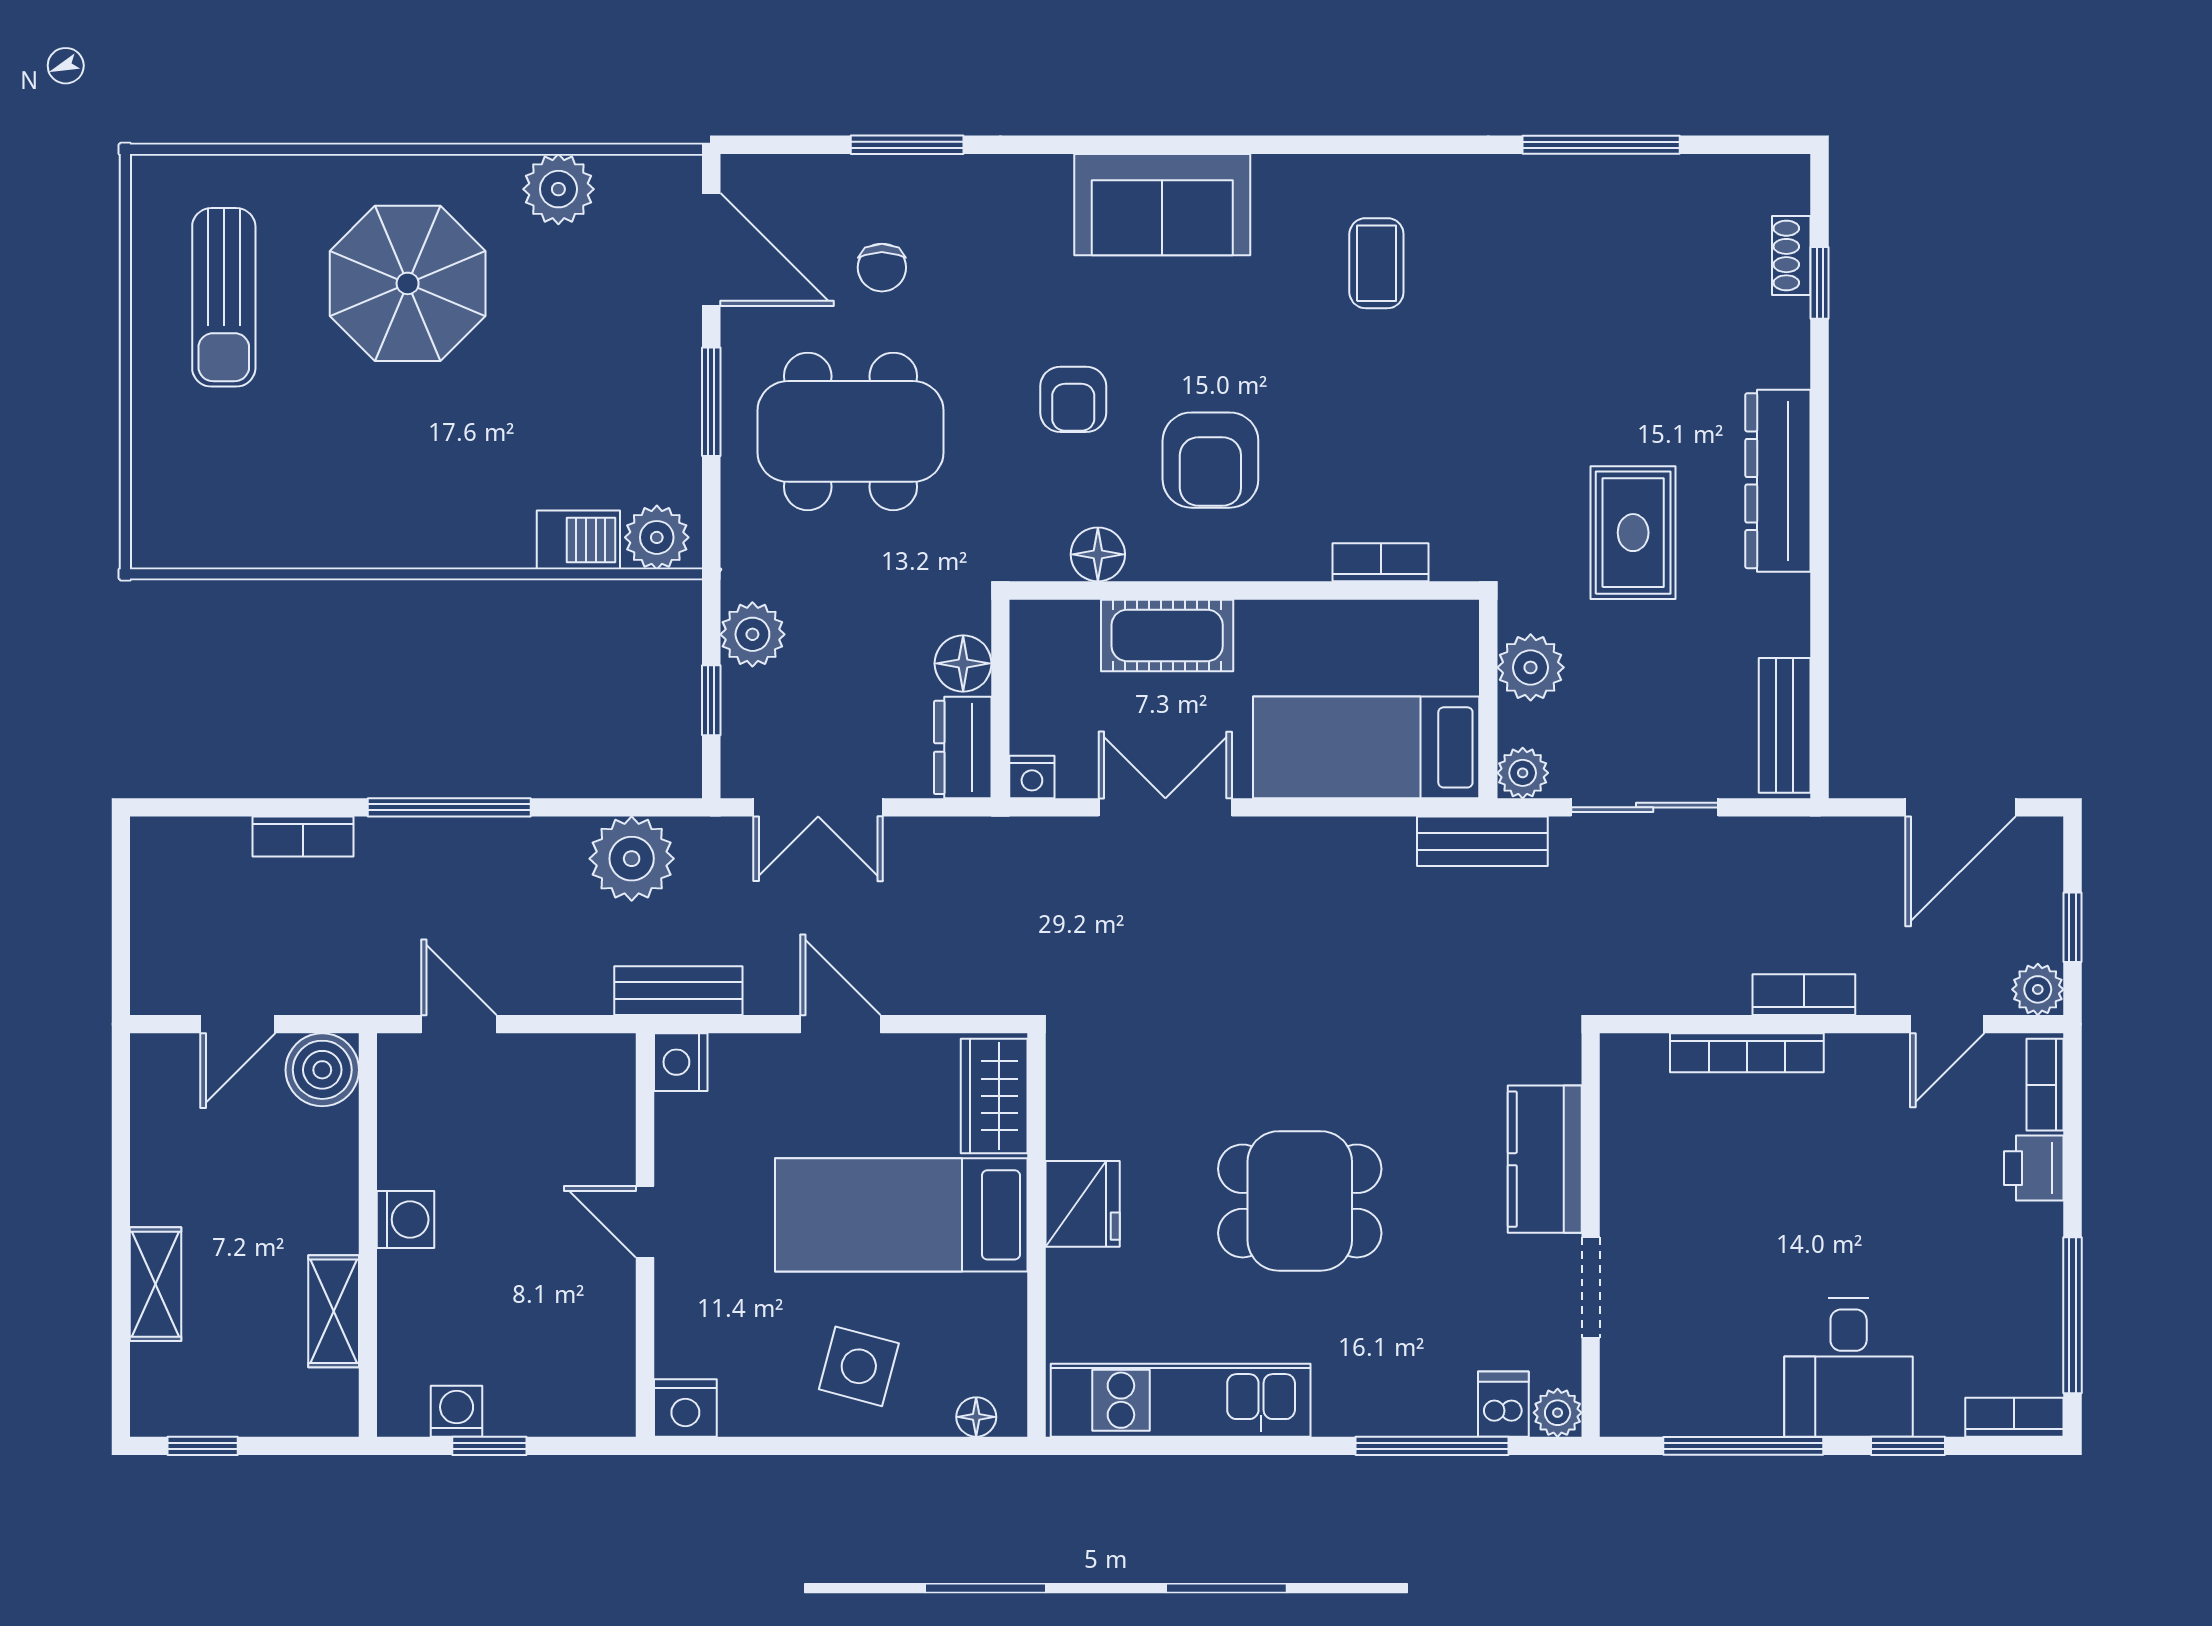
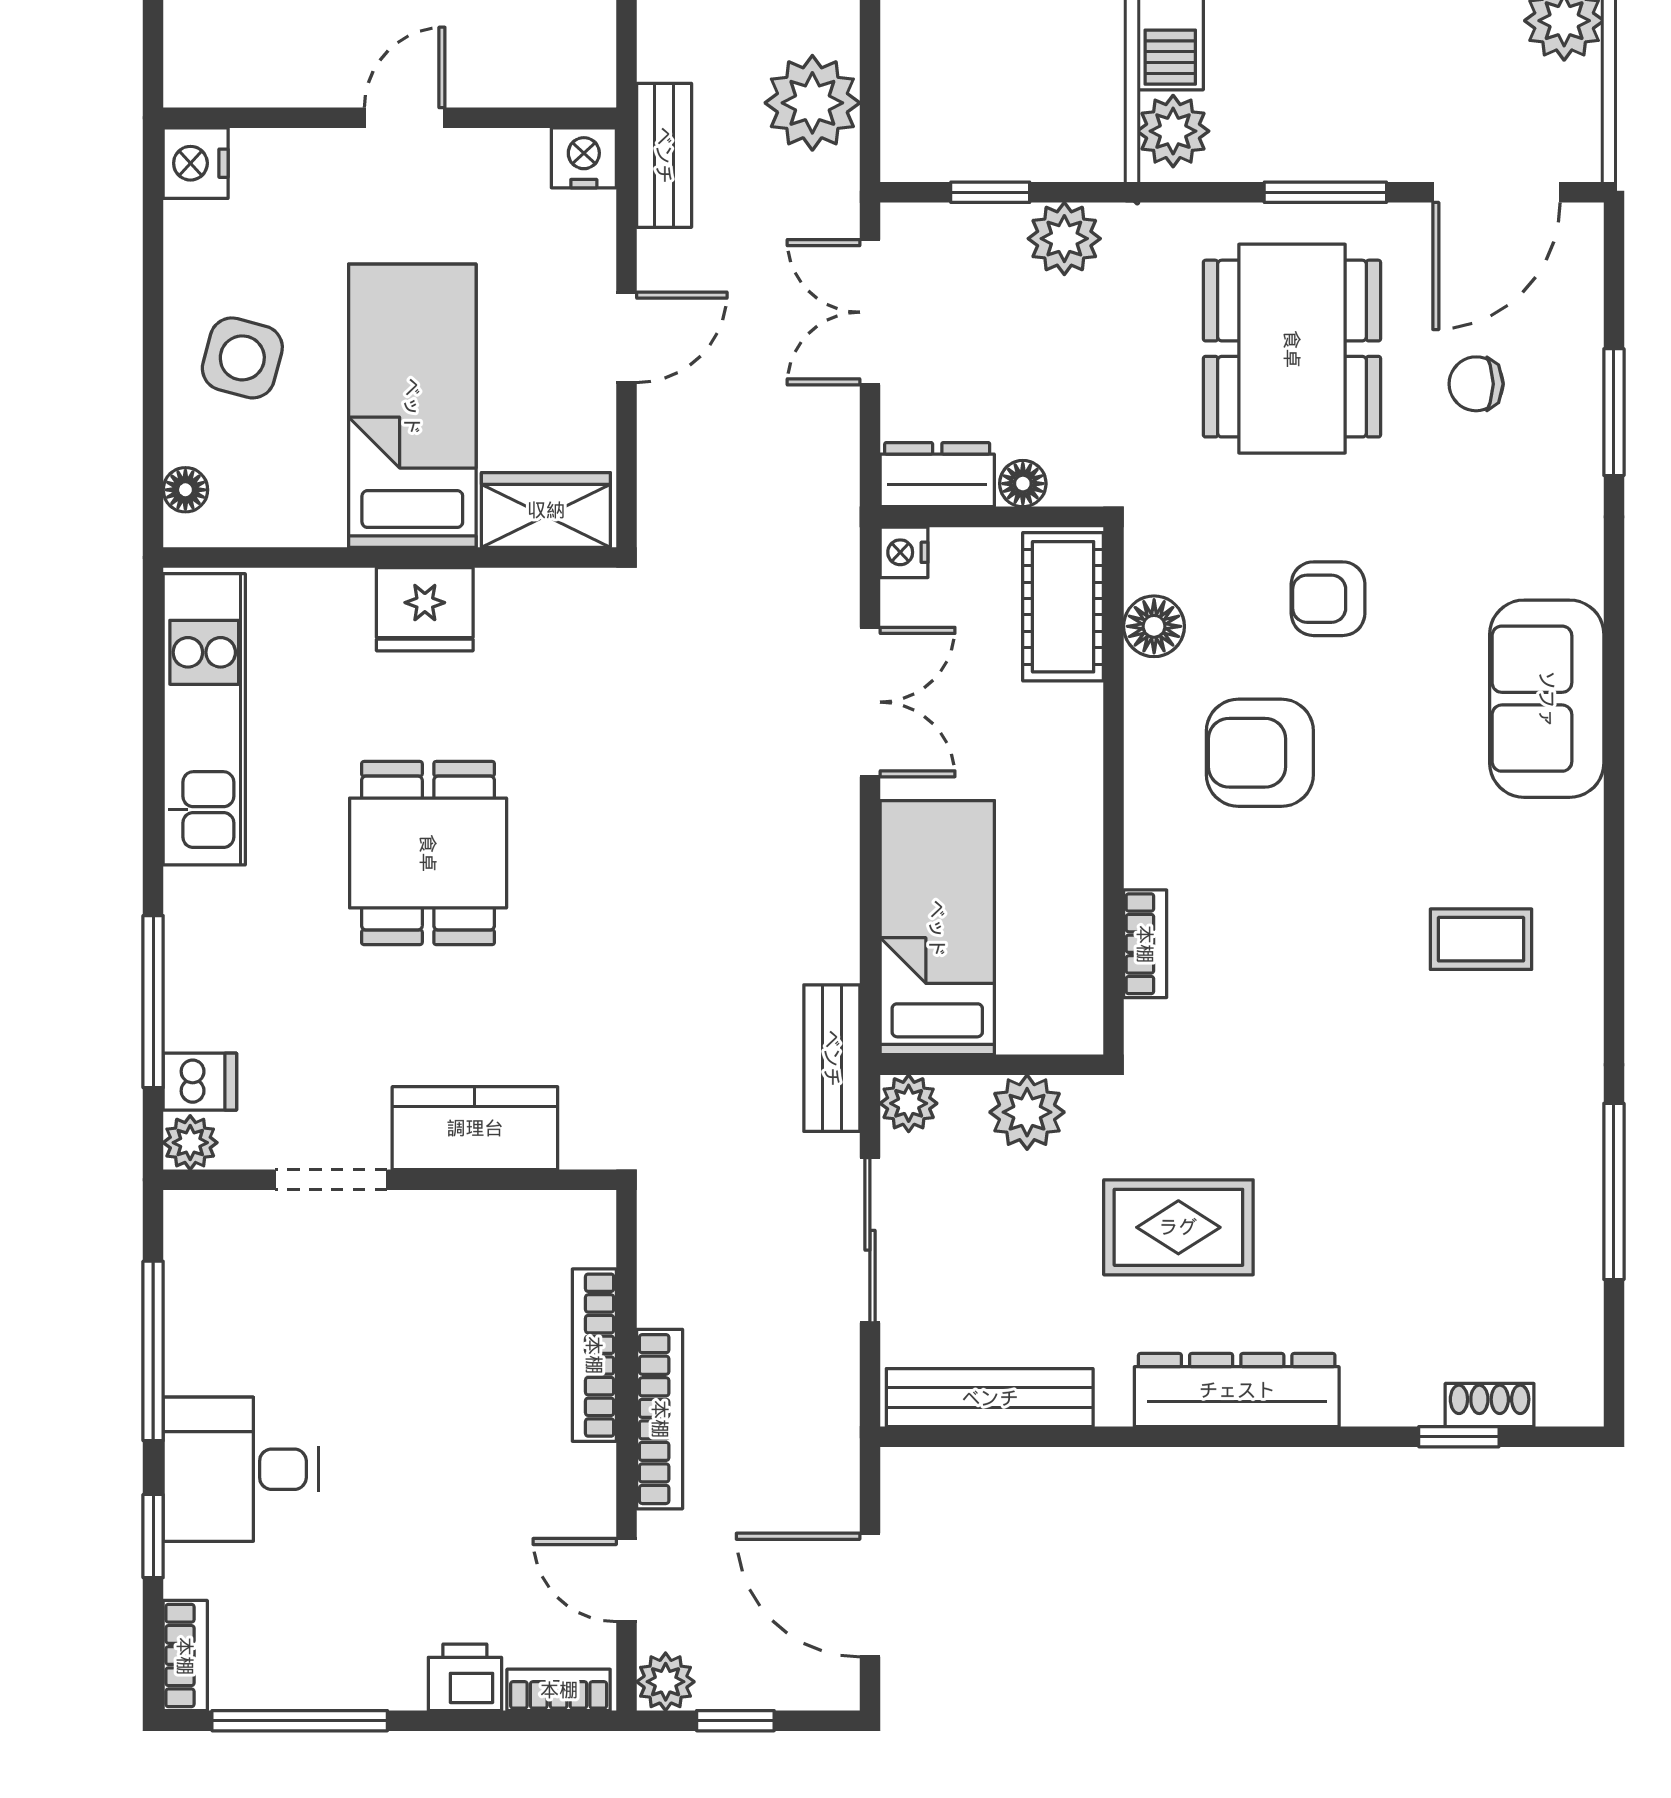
cot: (1167, 635) -> (1063, 607), moved
floor lamp: (963, 663) -> (1023, 484), width x0.73, depth x0.73
bench: (1785, 725) -> (990, 1398), width x1.36
bookcase: (1804, 995) -> (660, 1419), width x1.56

